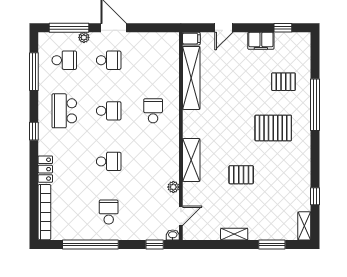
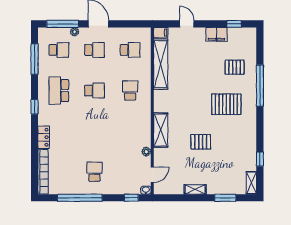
door: (224, 28) -> (187, 24), swing flipped
school desk: (109, 161) -> (130, 50), moved

